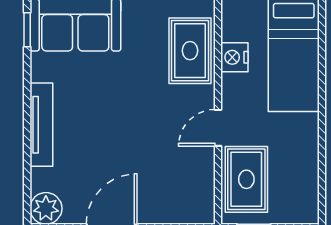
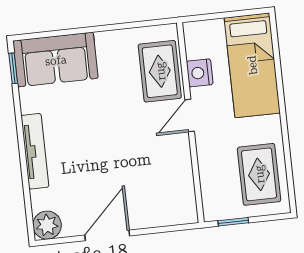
door: (218, 128) -> (190, 115), moved
rug: (246, 179) -> (259, 174), moved

